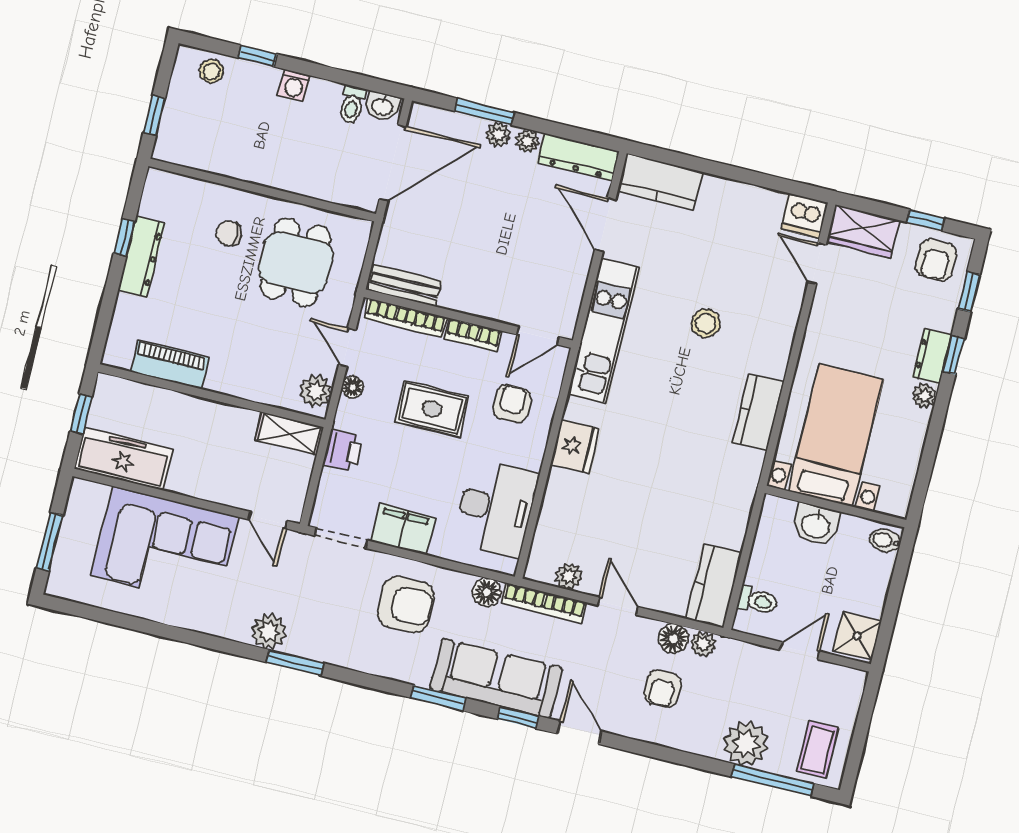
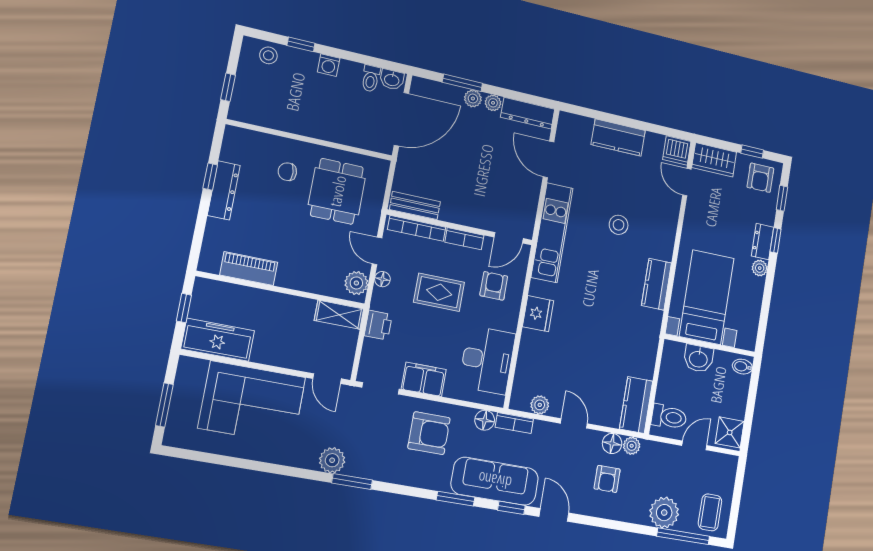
kitchen counter: (660, 182) -> (618, 138), moved
toilet: (758, 601) -> (669, 417), width x1.37, depth x1.39
bookcase: (544, 603) -> (514, 423), width x0.64

